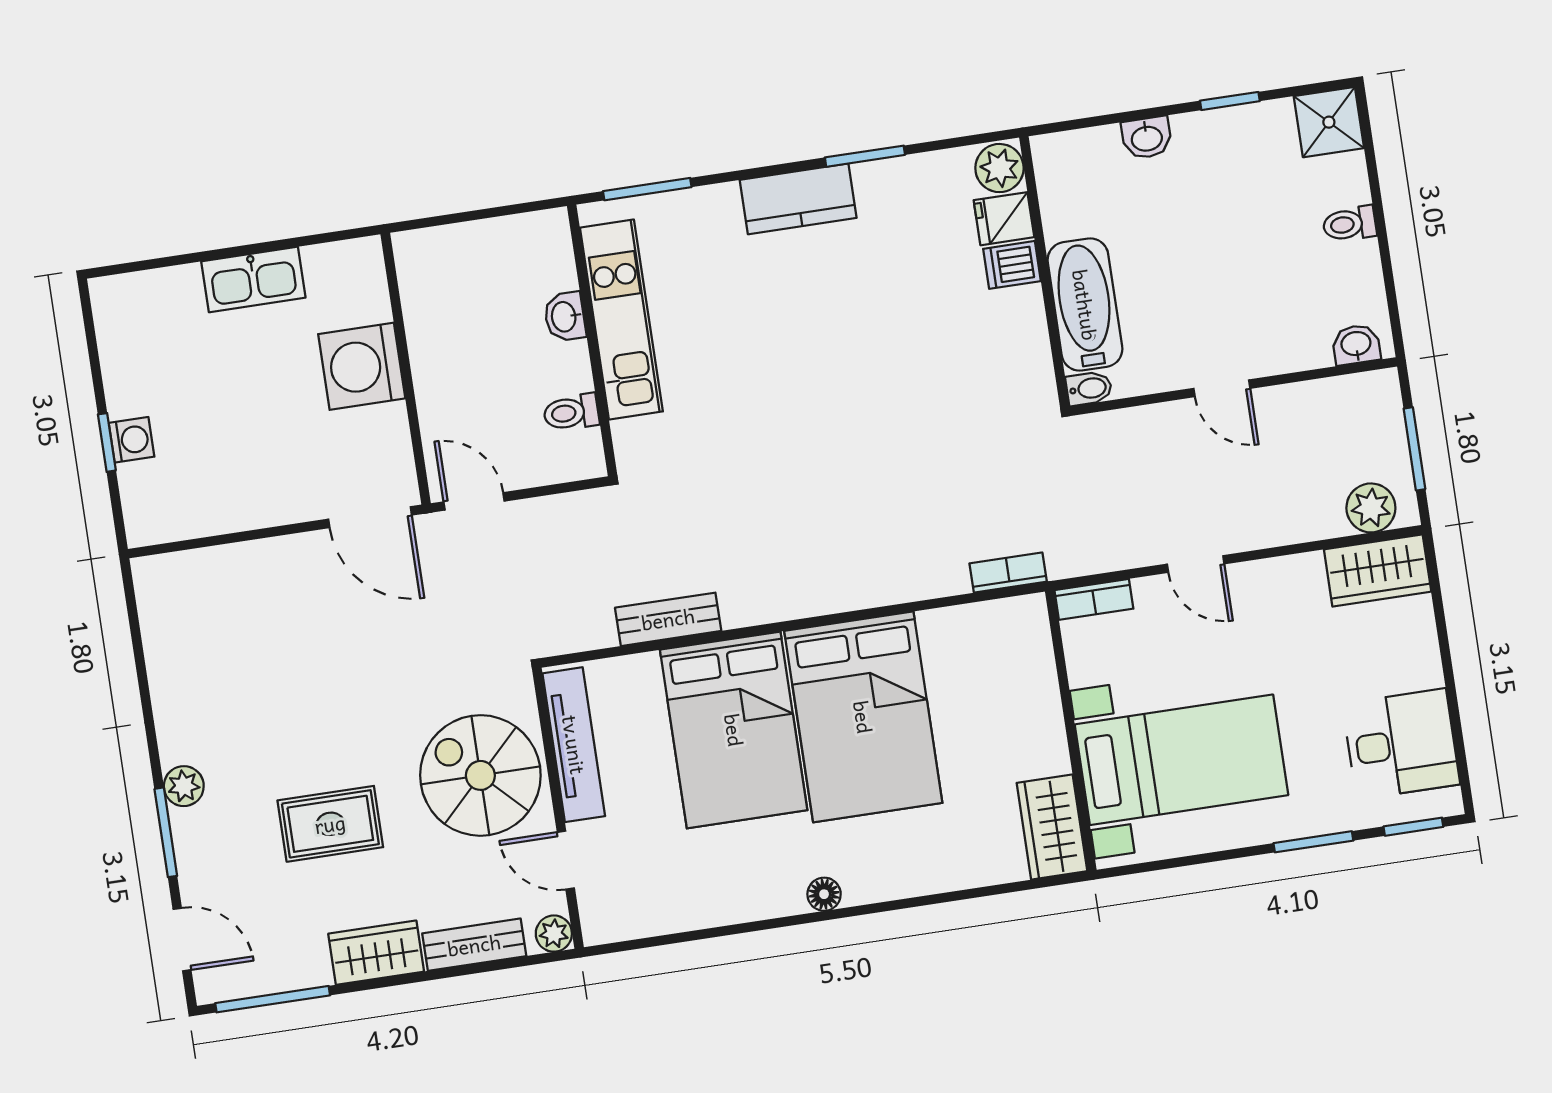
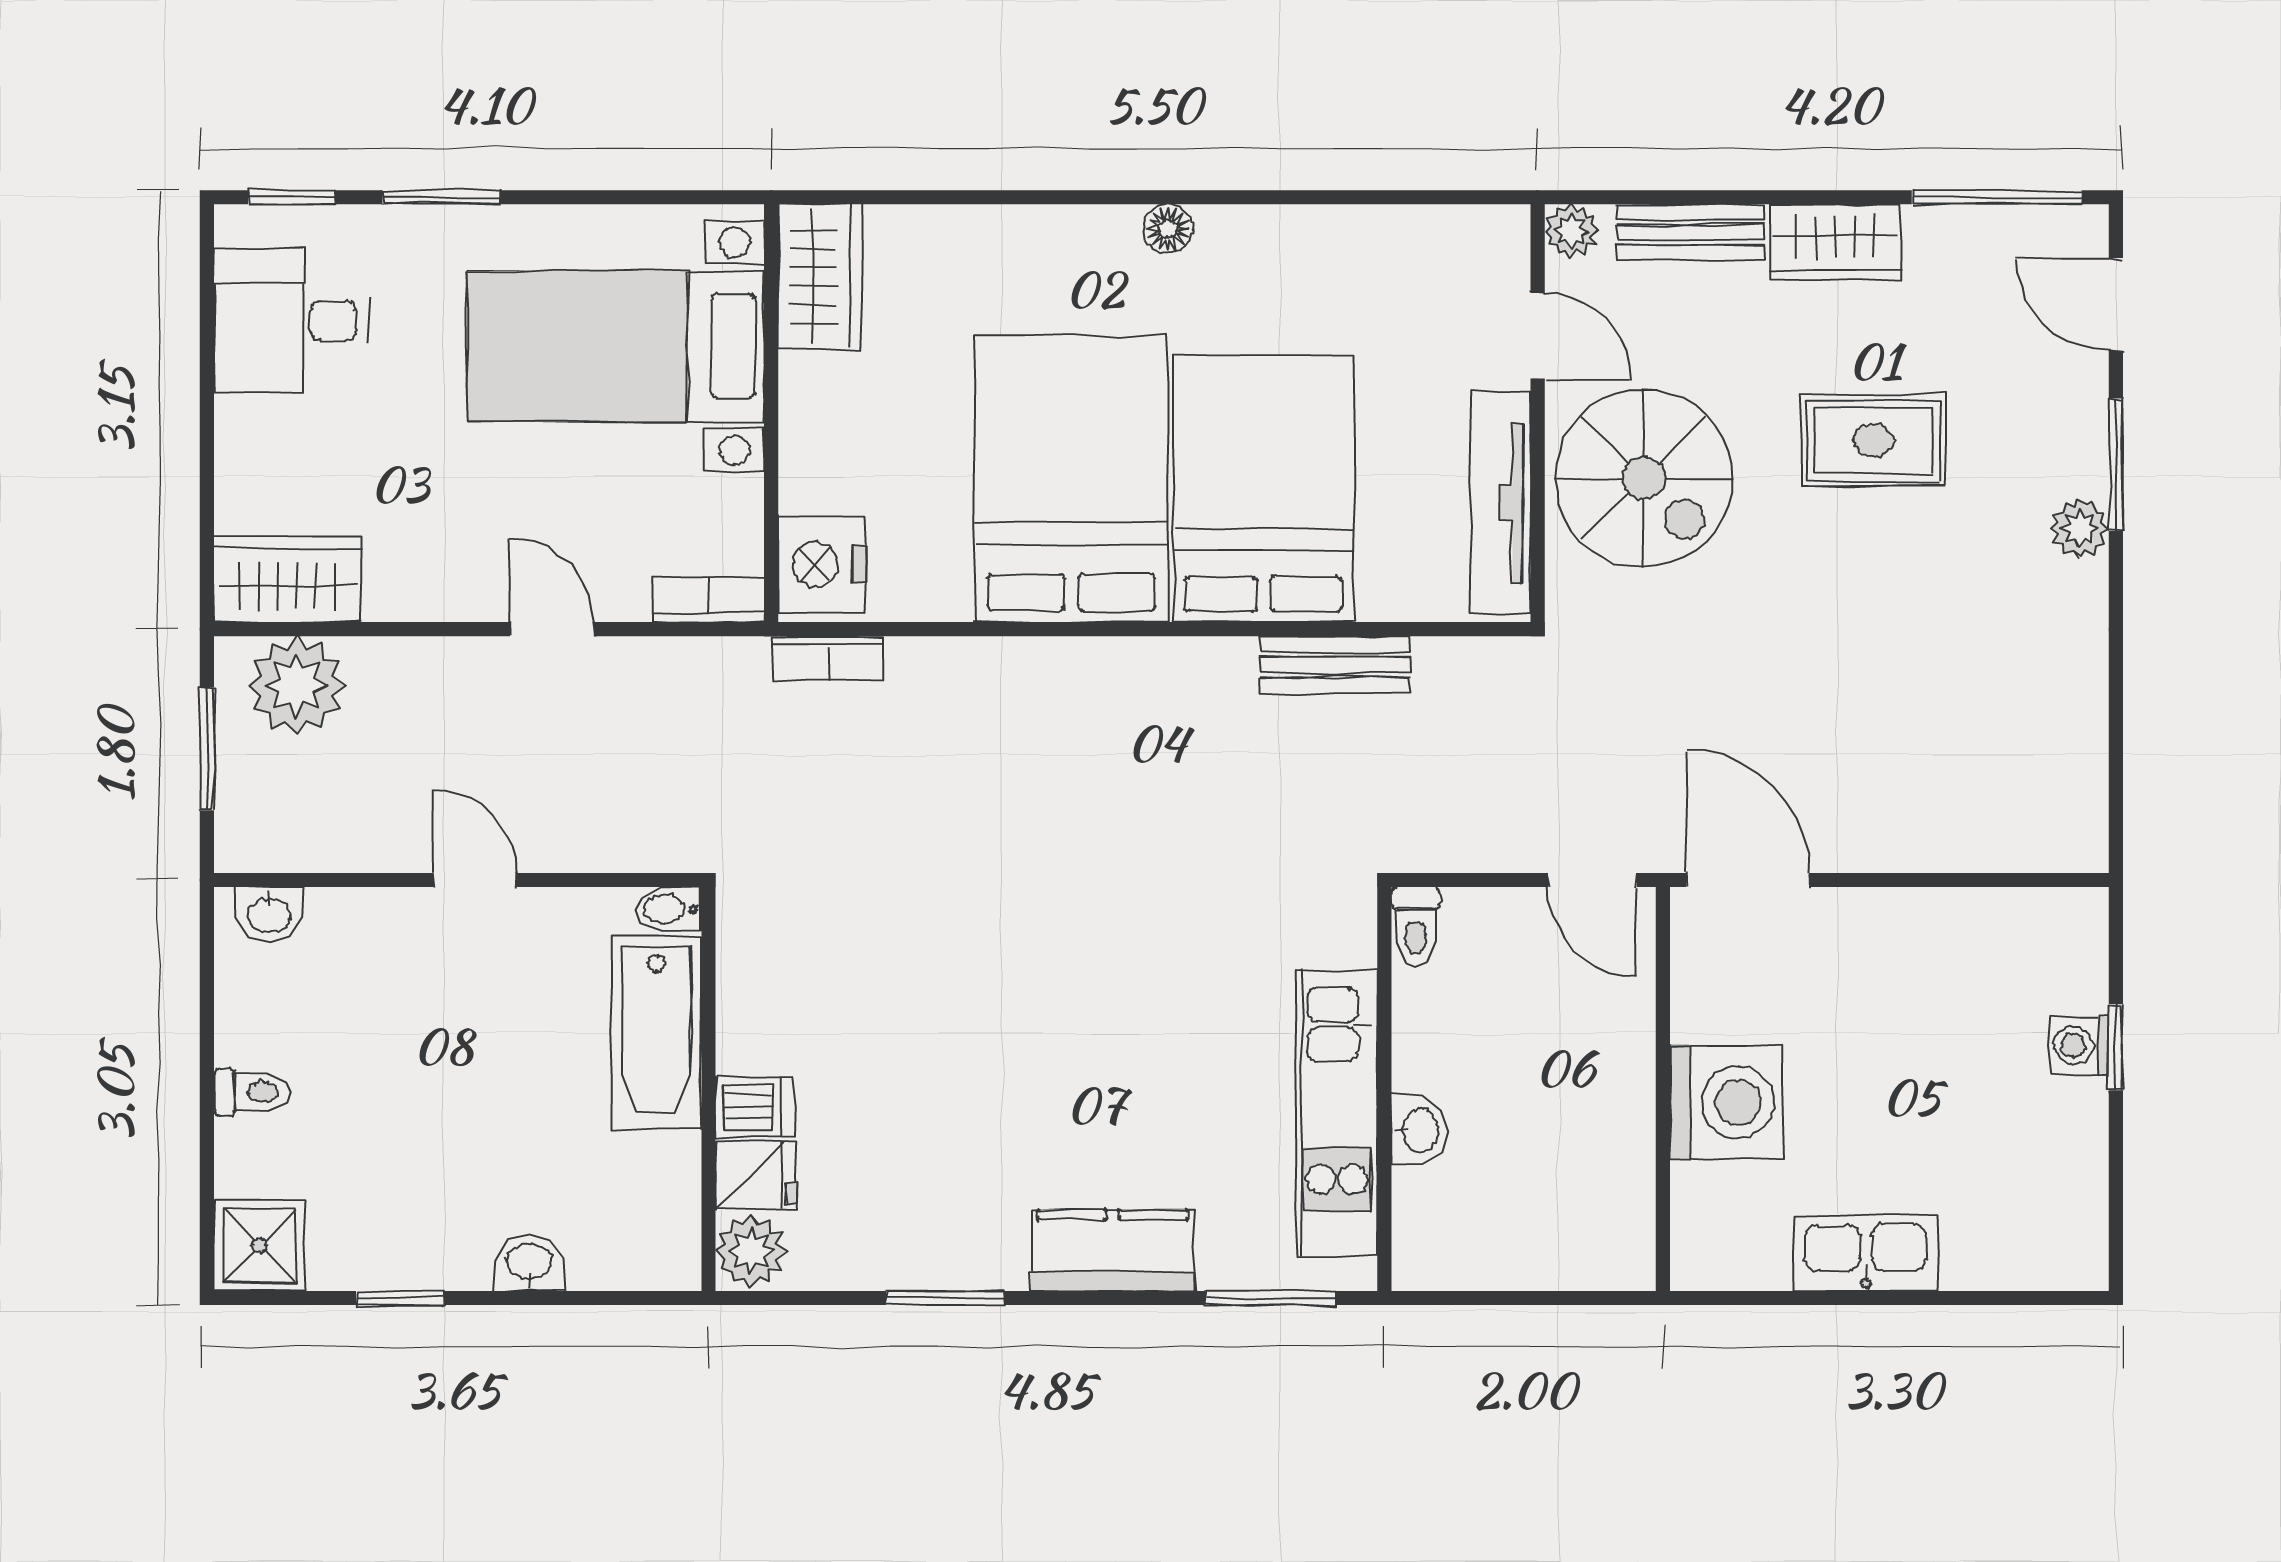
kitchen counter: (798, 199) -> (1112, 1250), moved
toilet: (571, 412) -> (1416, 927), moved, turned 90
plant: (1371, 508) -> (297, 685), width x1.36, depth x1.36
nightstand: (1022, 635) -> (822, 564), added

